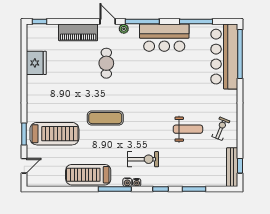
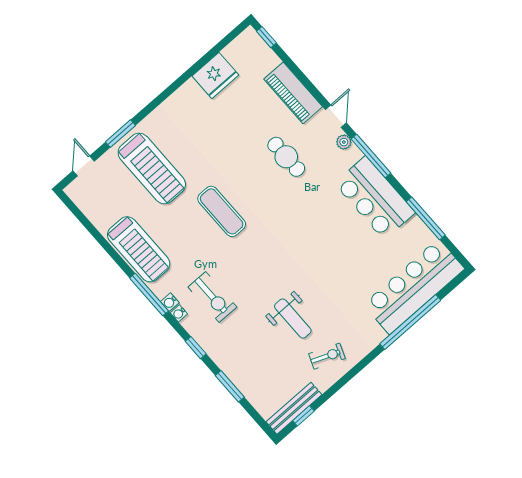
window: (240, 54) -> (410, 322), moved
cafe table: (106, 63) -> (286, 157), turned 90
door: (24, 166) -> (84, 166), swing flipped
treadmill: (88, 175) -> (139, 249), turned 180

